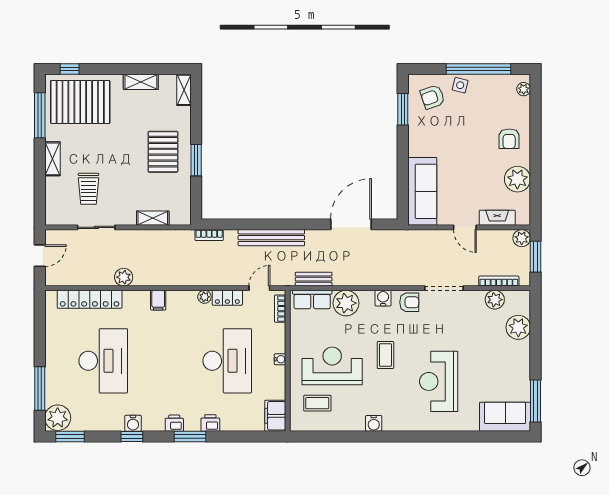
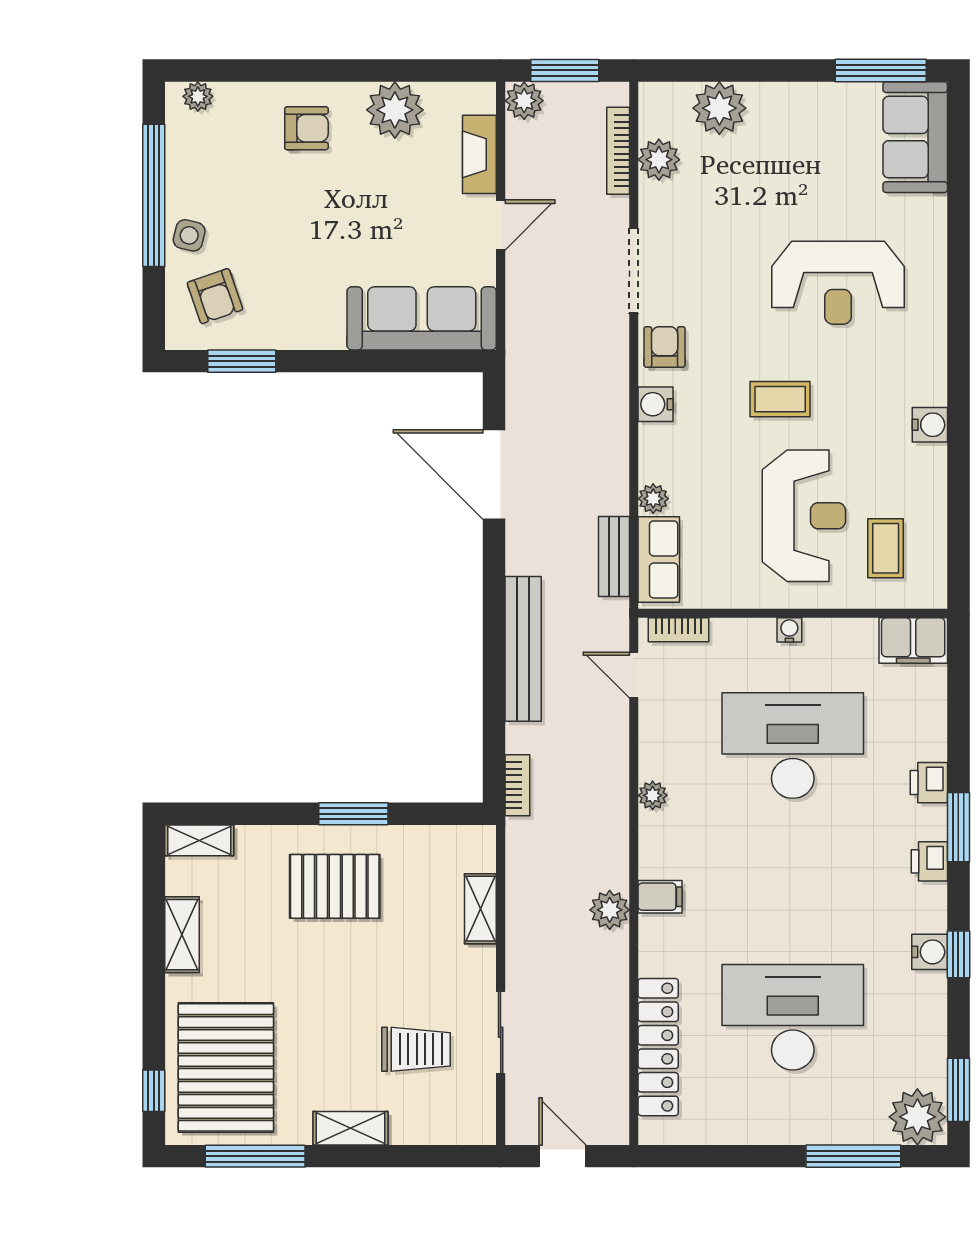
plant: (124, 277) -> (610, 910), moved
locker: (227, 298) -> (655, 745), removed
plant: (346, 303) -> (653, 499), width x0.53, depth x0.53
reception desk: (332, 366) -> (804, 516), turned 180

